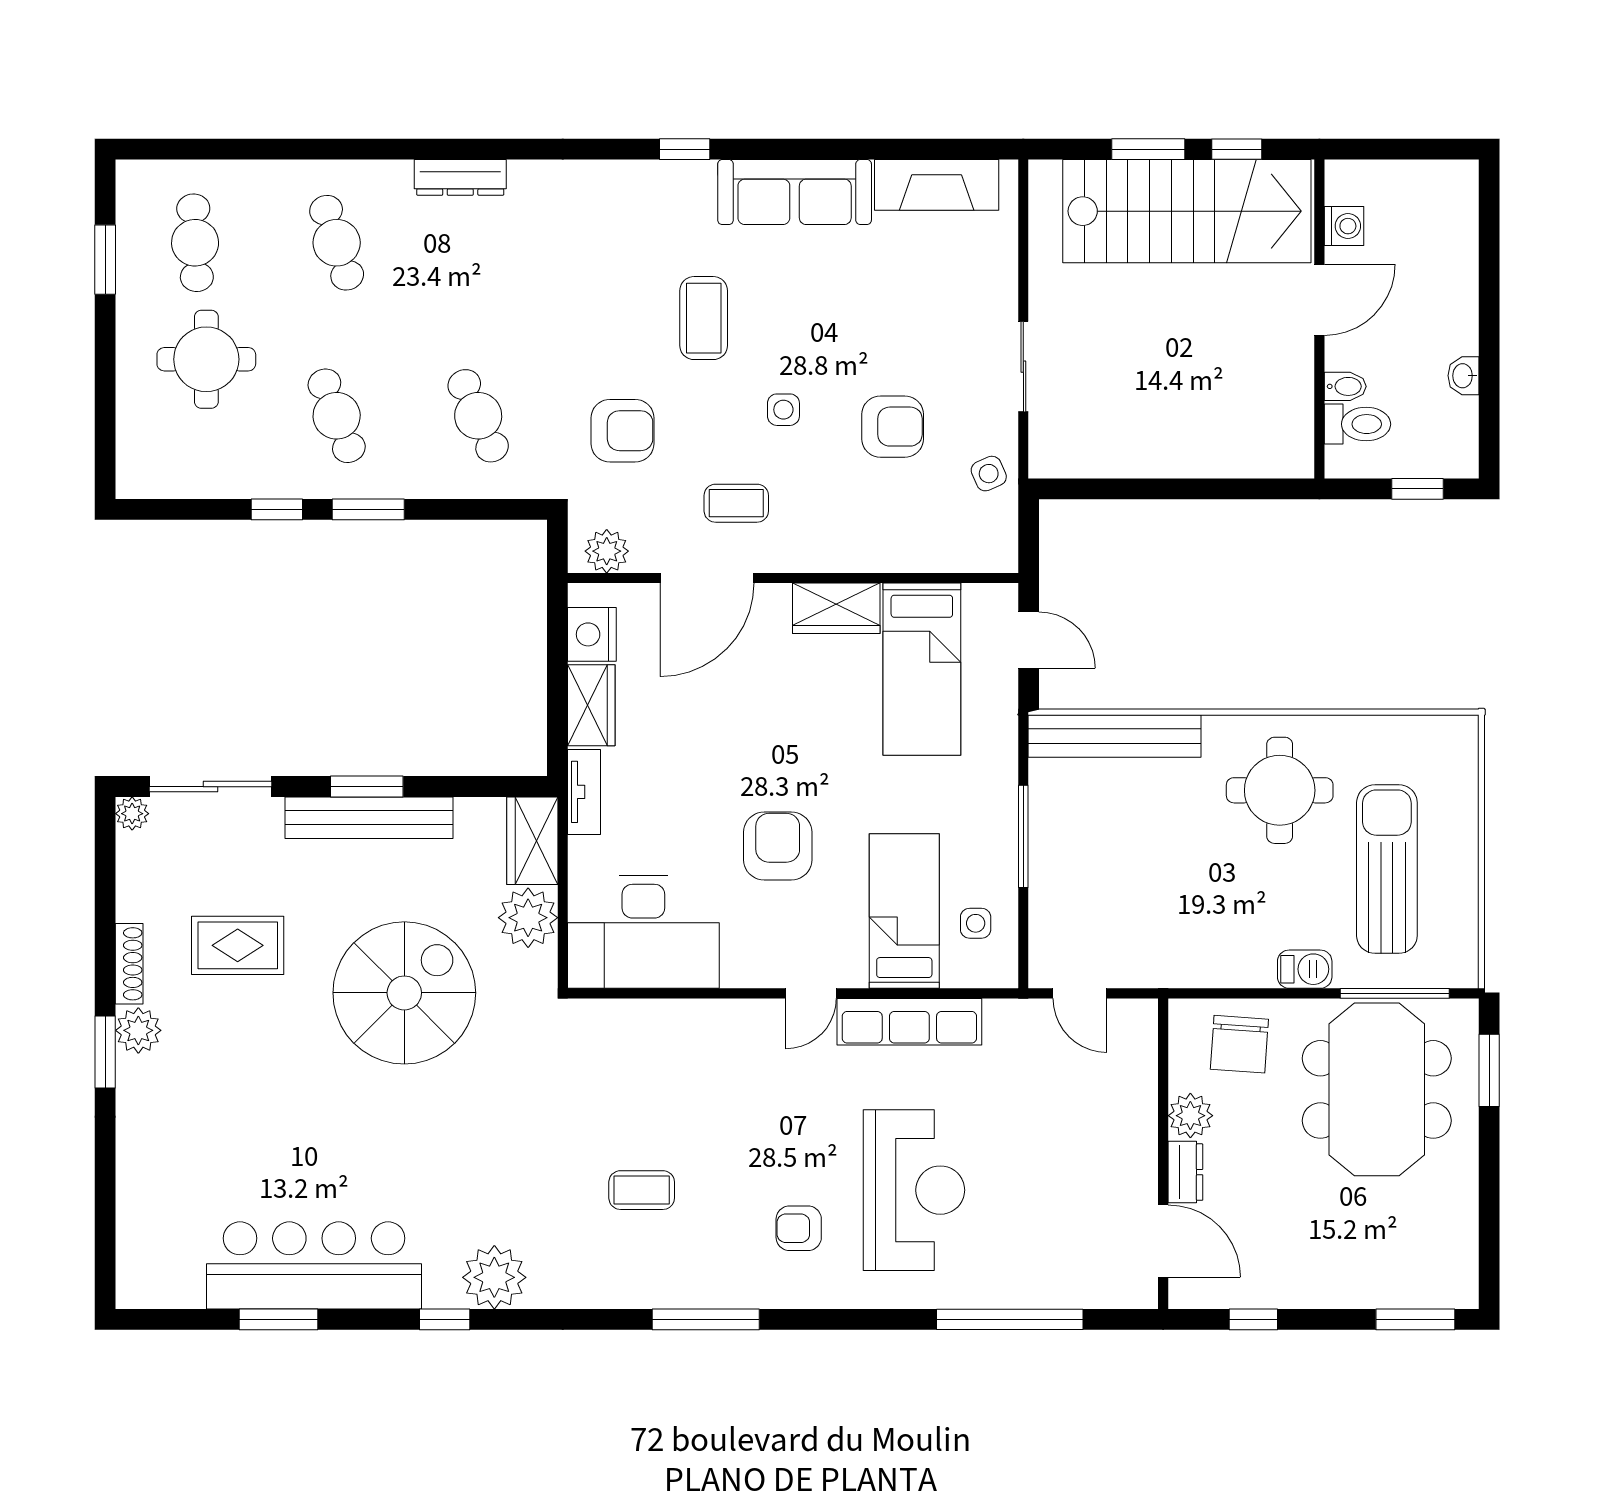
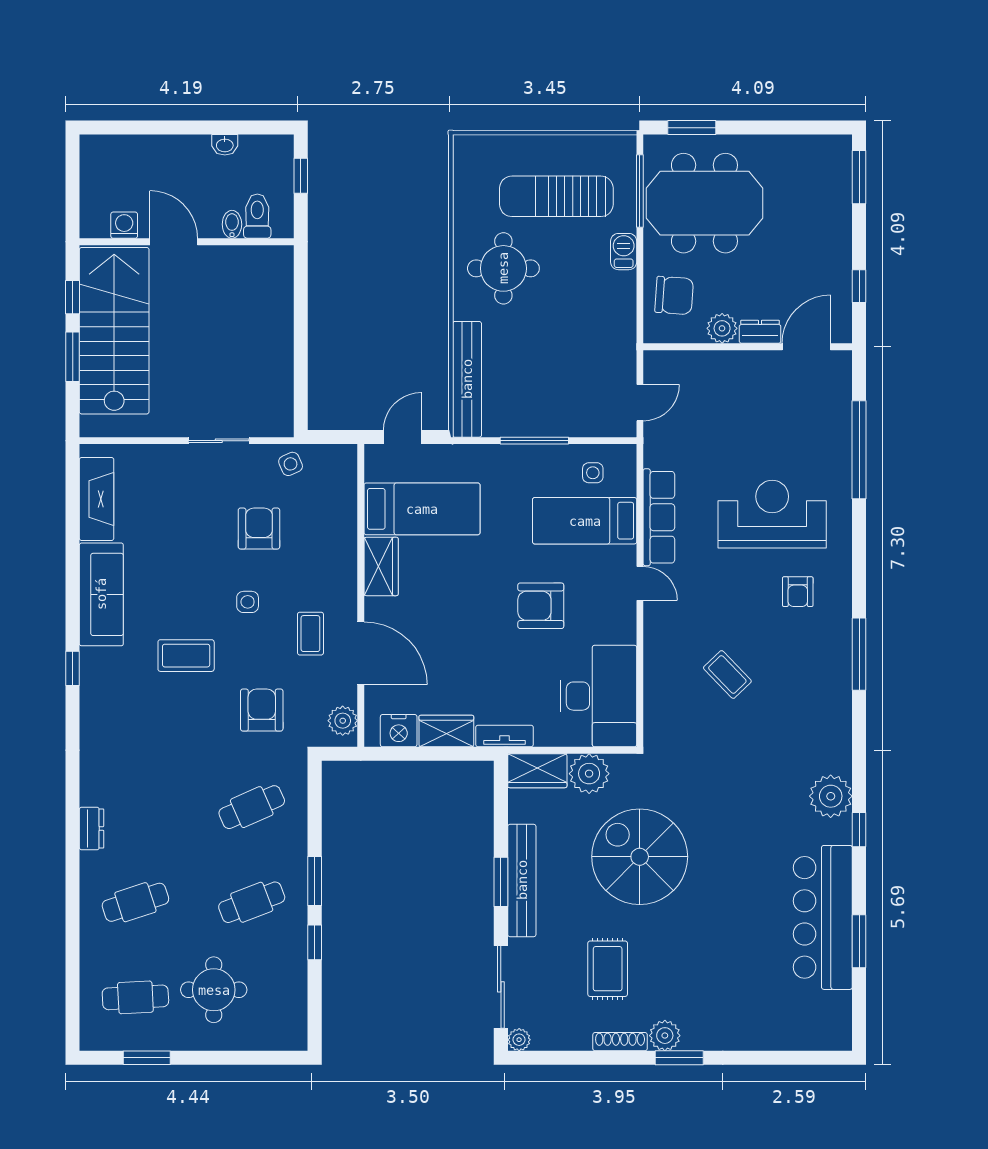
dresser: (460, 177) -> (91, 828), width x0.70
coffee table: (642, 1190) -> (727, 674), moved, turned -44

